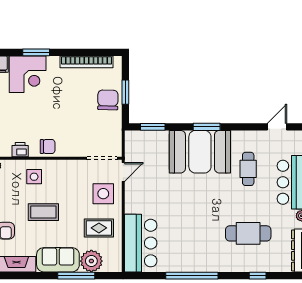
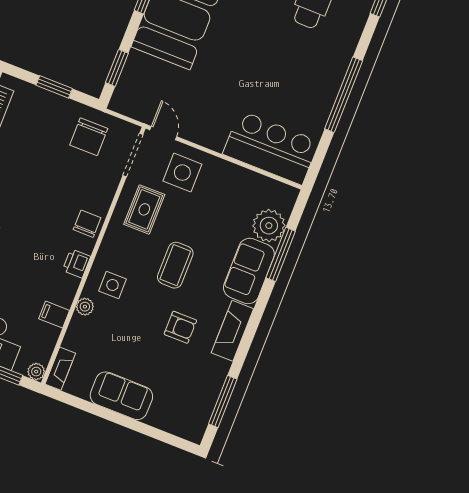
chair: (108, 100) -> (89, 137), moved, turned -91
side table: (34, 177) -> (112, 285), moved
rug: (99, 228) -> (144, 209), moved

